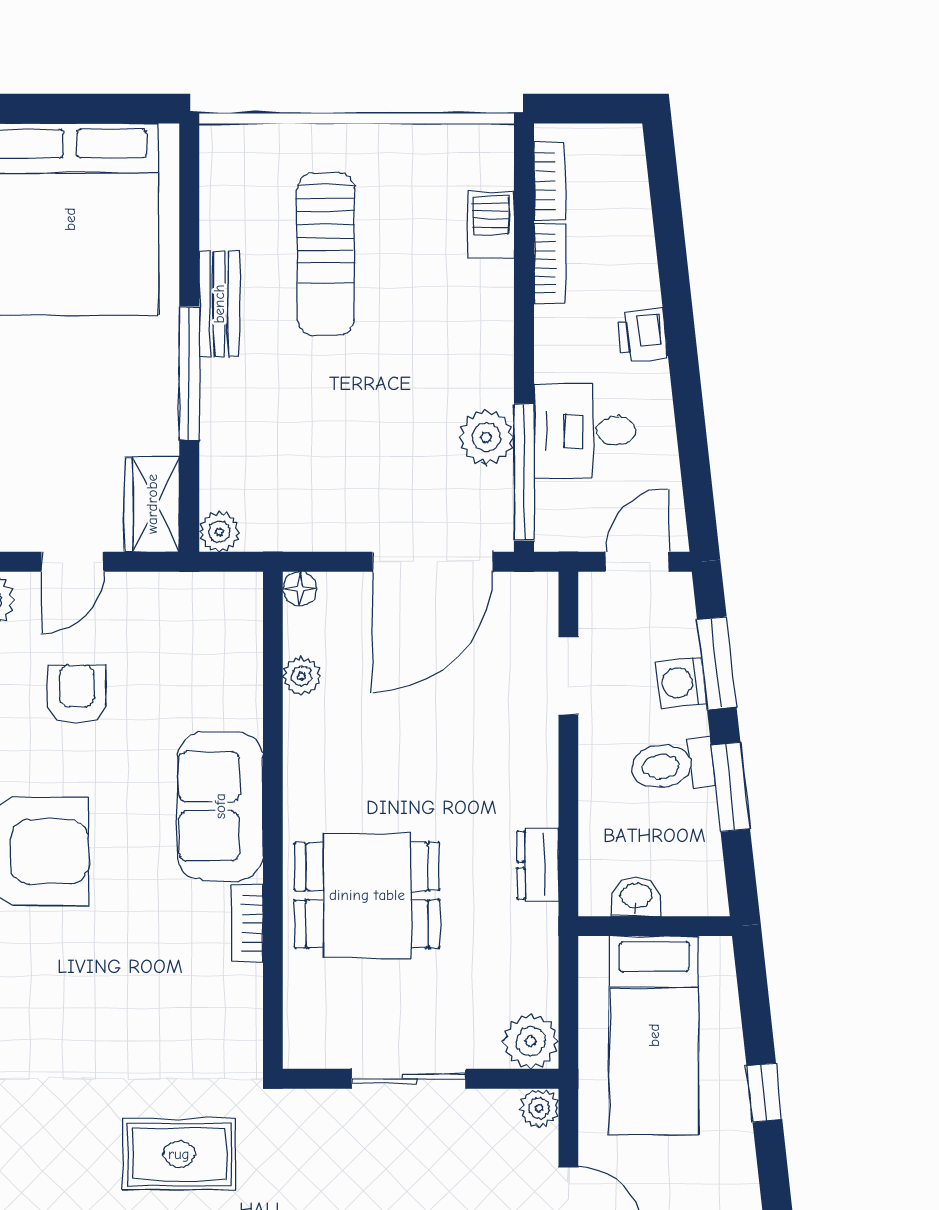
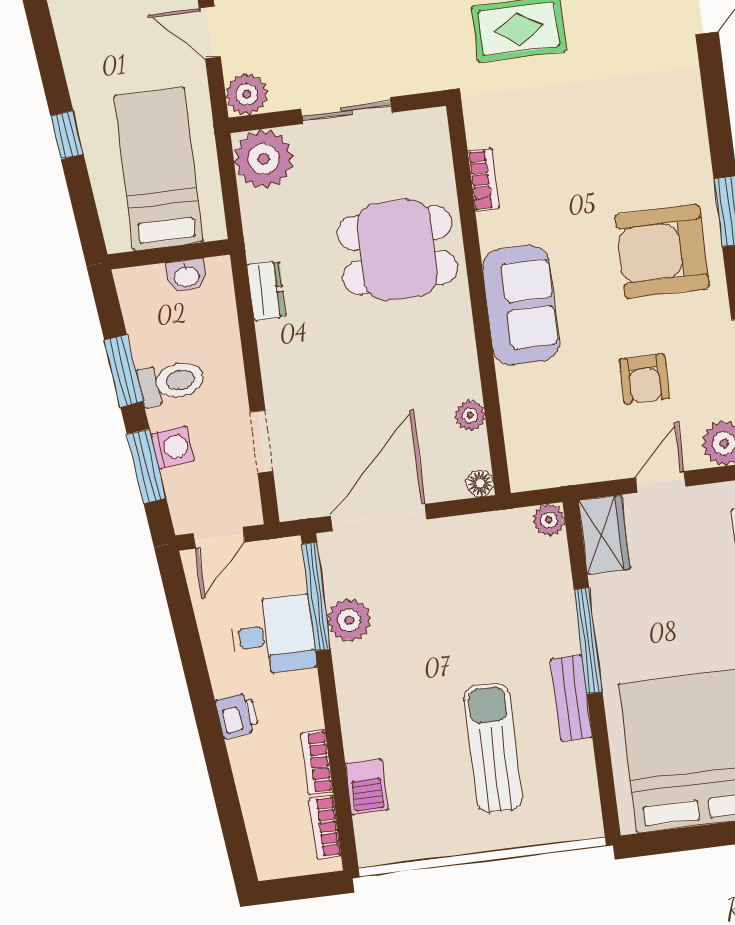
bookcase: (247, 924) -> (483, 180), moved
plant: (531, 1041) -> (264, 159), width x1.36, depth x1.36
plant: (539, 1108) -> (247, 94), width x1.38, depth x1.38

